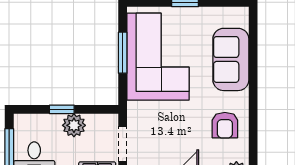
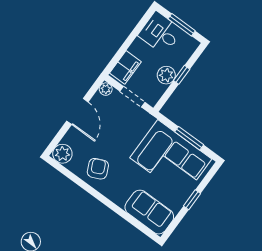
sofa: (231, 59) -> (149, 212), moved
armchair: (225, 125) -> (98, 169), turned 66

